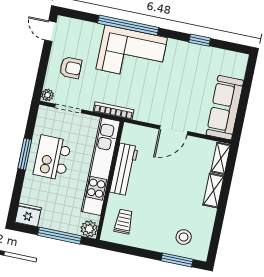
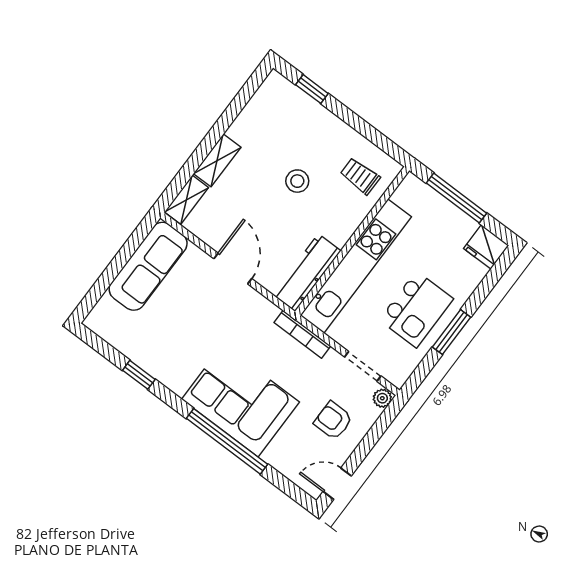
door: (50, 31) -> (337, 484), swing flipped
door: (174, 130) -> (233, 269), hinge flipped
workbench: (124, 169) -> (307, 273), moved
trolley: (124, 222) -> (360, 176), turned 90
plant: (89, 229) -> (412, 188), removed
stool: (184, 237) -> (297, 181), moved
window: (177, 260) -> (312, 89), width x0.67

